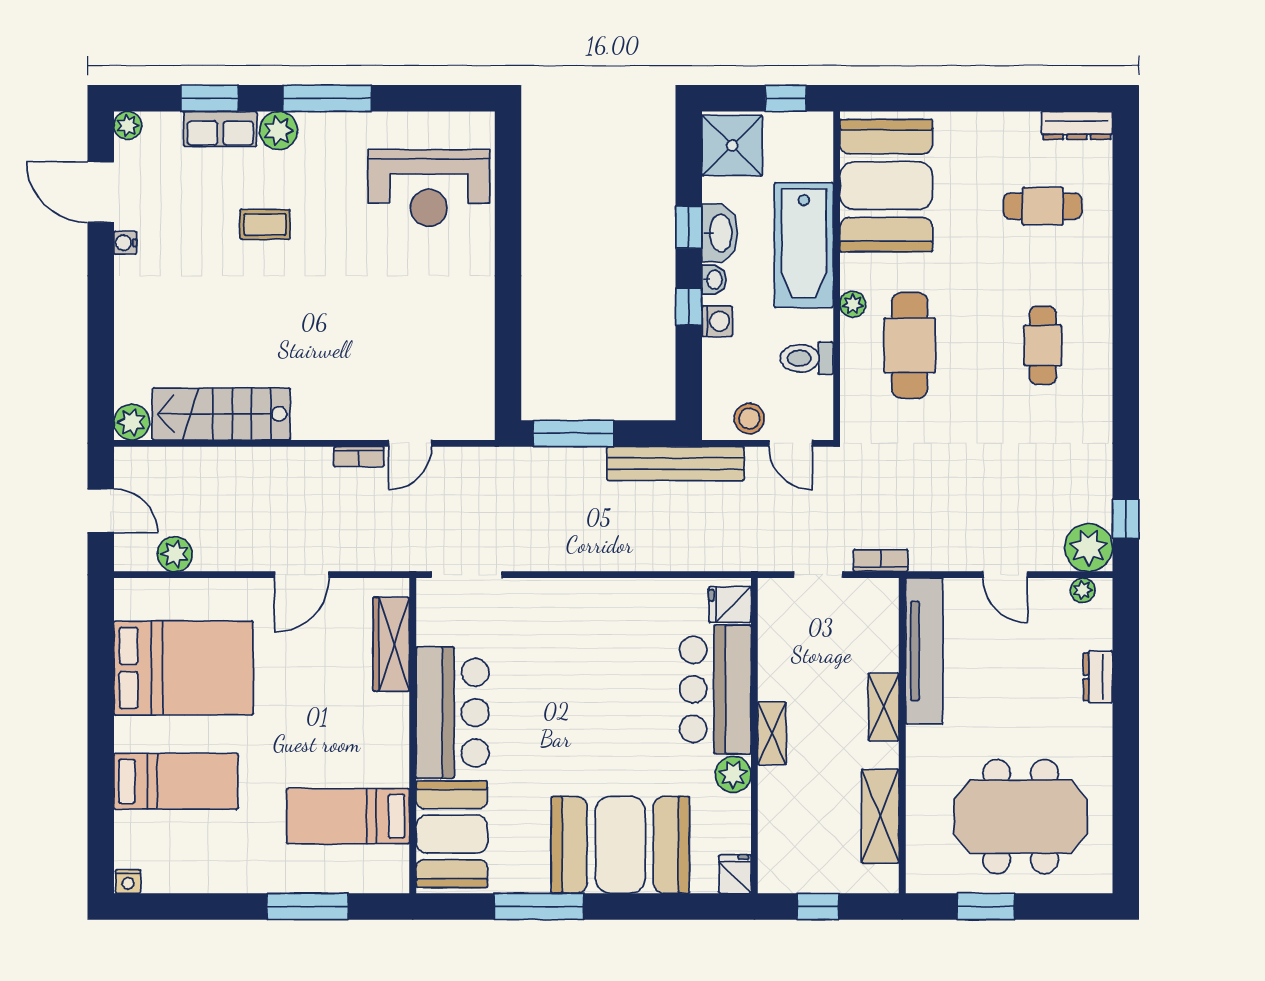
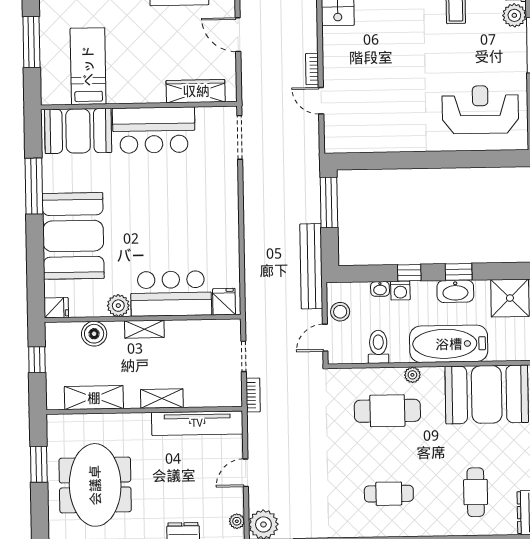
reception desk: (429, 188) -> (480, 110), turned 90
washbasin: (714, 280) -> (380, 289), moved
boiler: (778, 814) -> (94, 334), added

